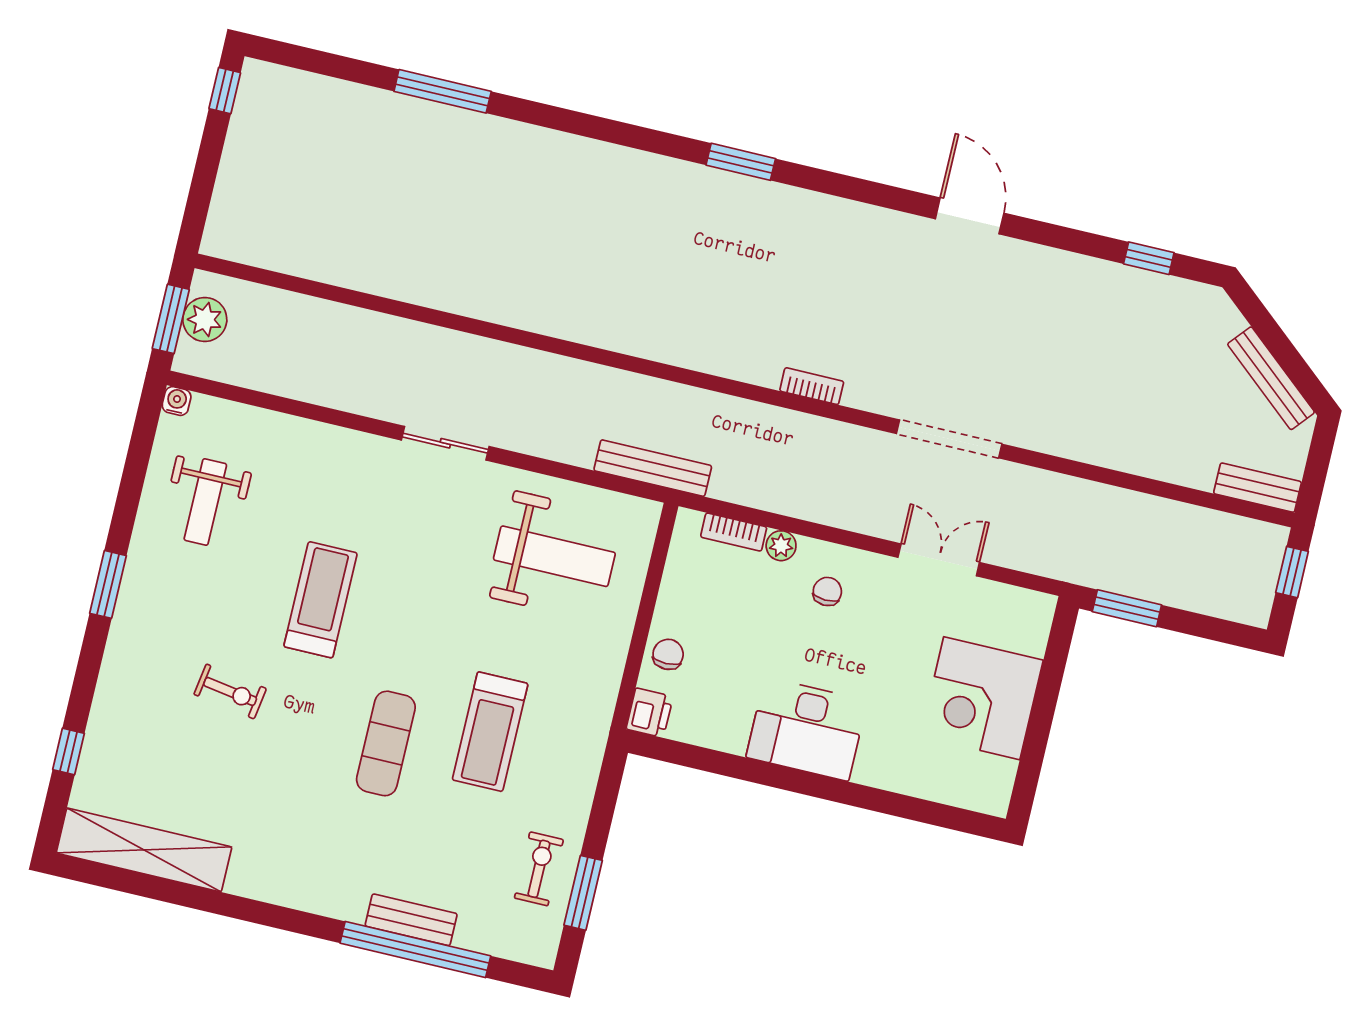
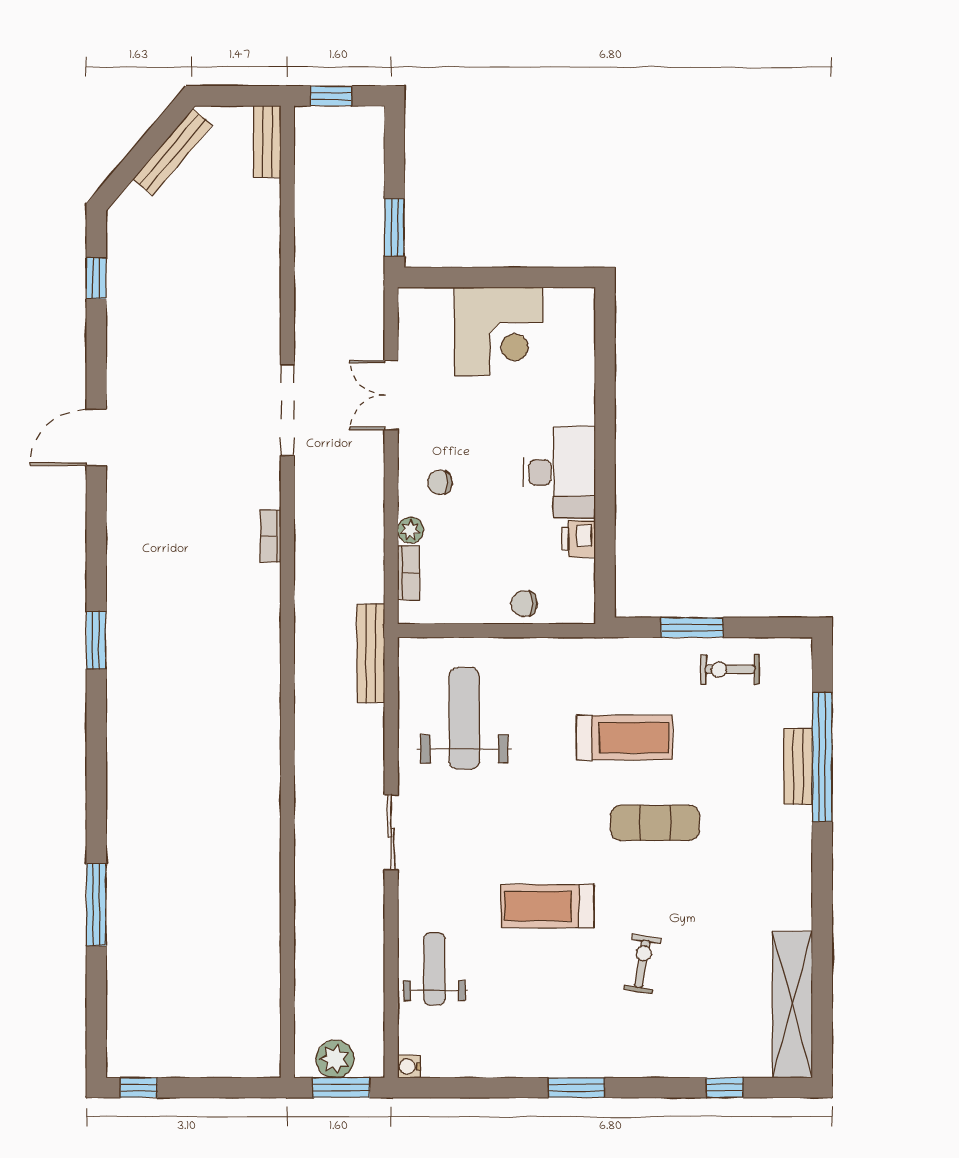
weight bench: (205, 502) -> (434, 969), moved, turned -90
printer: (650, 713) -> (579, 539), moved, turned -90
window: (583, 893) -> (692, 627), moved

